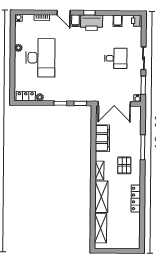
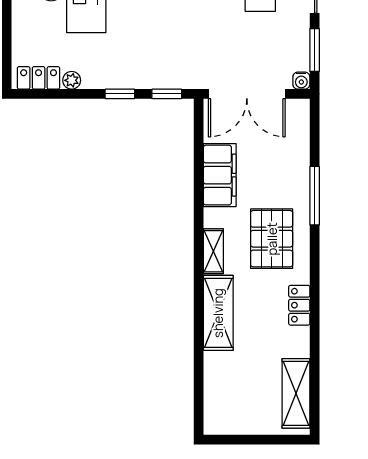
pallet: (124, 165) -> (272, 239), width x1.50, depth x1.42
locker: (136, 198) -> (299, 305), width x0.66
shelving: (101, 228) -> (296, 393), moved

